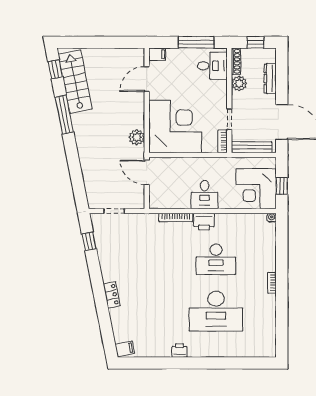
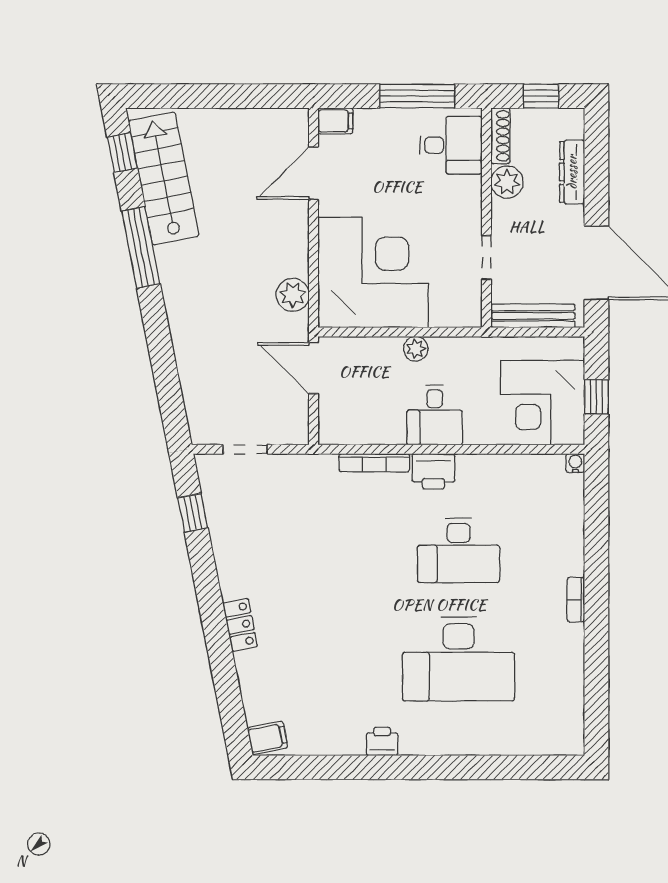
bookcase: (223, 141) -> (472, 304), removed
plant: (196, 163) -> (416, 349), added

